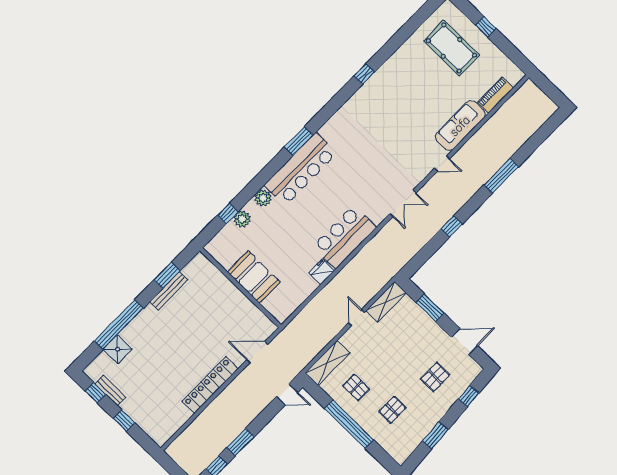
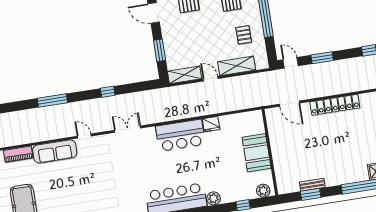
plant: (242, 219) -> (263, 191), moved
bench: (169, 291) -> (312, 185), width x0.73
door: (357, 318) -> (211, 79), swing flipped
shelving: (328, 363) -> (237, 66), moved
window: (240, 442) -> (322, 58), moved

